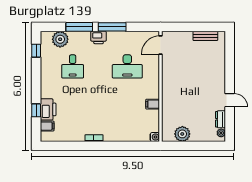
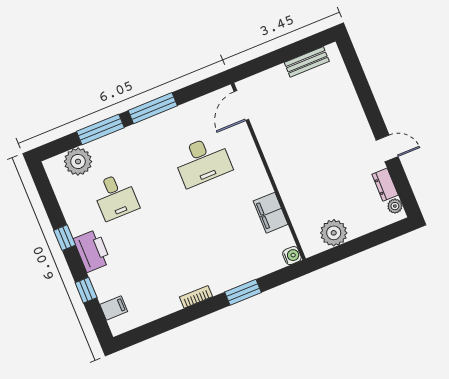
printer: (99, 37) -> (138, 134), removed
window: (36, 51) -> (65, 238), moved
filing cabinet: (153, 104) -> (271, 213), width x2.00
printer: (48, 109) -> (92, 251), moved
window: (120, 146) -> (243, 292), added

